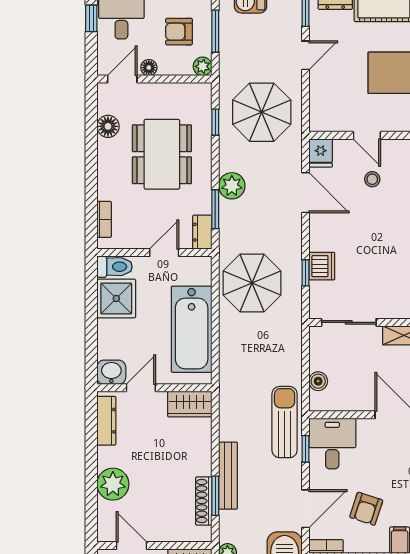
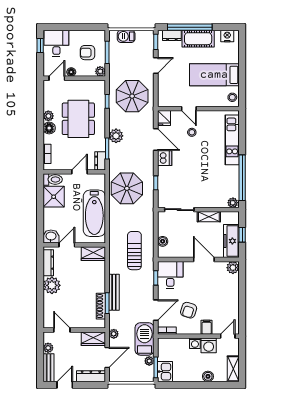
floor lamp: (108, 126) -> (49, 128), moved
plant: (107, 149) -> (48, 116), added
dishwasher: (322, 266) -> (165, 158), moved
sun lounger: (285, 422) -> (134, 251), moved
plant: (113, 484) -> (52, 285), moved

